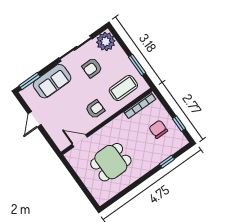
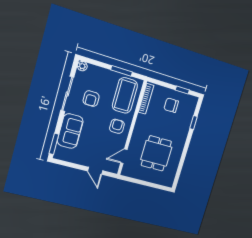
plant: (106, 42) -> (82, 66), width x0.53, depth x0.53
coffee table: (123, 88) -> (125, 95), width x1.36, depth x1.32
door: (35, 119) -> (95, 171), moved

